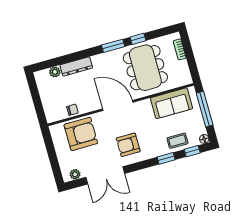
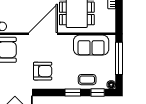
door: (118, 105) -> (43, 34), hinge flipped
armchair: (128, 145) -> (43, 71), turned 180

